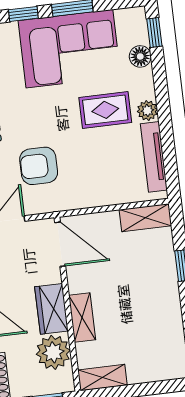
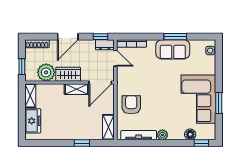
window: (23, 14) -> (219, 78), removed
rug: (105, 110) -> (165, 113), removed
armchair: (39, 166) -> (131, 105), moved
shelving: (82, 318) -> (76, 89), moved
freezer: (151, 367) -> (33, 121), added

